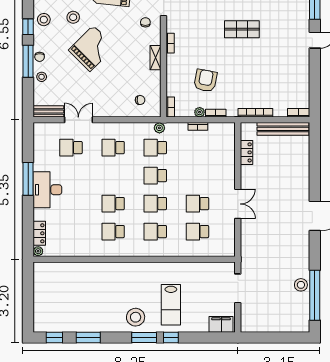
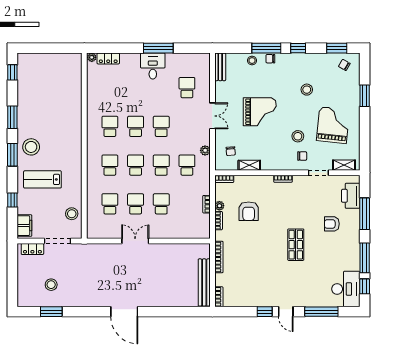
stool: (44, 20) -> (298, 136), moved
grand piano: (92, 48) -> (260, 112), moved, turned -45
shelving: (155, 58) -> (249, 165), moved
window: (315, 63) -> (265, 312), added
armchair: (205, 81) -> (249, 211), turned 79
double door: (78, 120) -> (212, 116), moved
plant: (159, 128) -> (205, 150), moved
school desk: (113, 148) -> (161, 126), moved
locker: (247, 152) -> (32, 249), moved
school desk: (197, 176) -> (161, 204), added
desk: (47, 190) -> (153, 66), width x0.73
double door: (238, 204) -> (135, 241), swing flipped
stool: (208, 273) -> (72, 214), added
stool: (301, 285) -> (51, 285), moved
window: (315, 295) -> (51, 312), width x0.47
window: (88, 337) -> (12, 117), moved
window: (171, 337) -> (12, 200), moved

